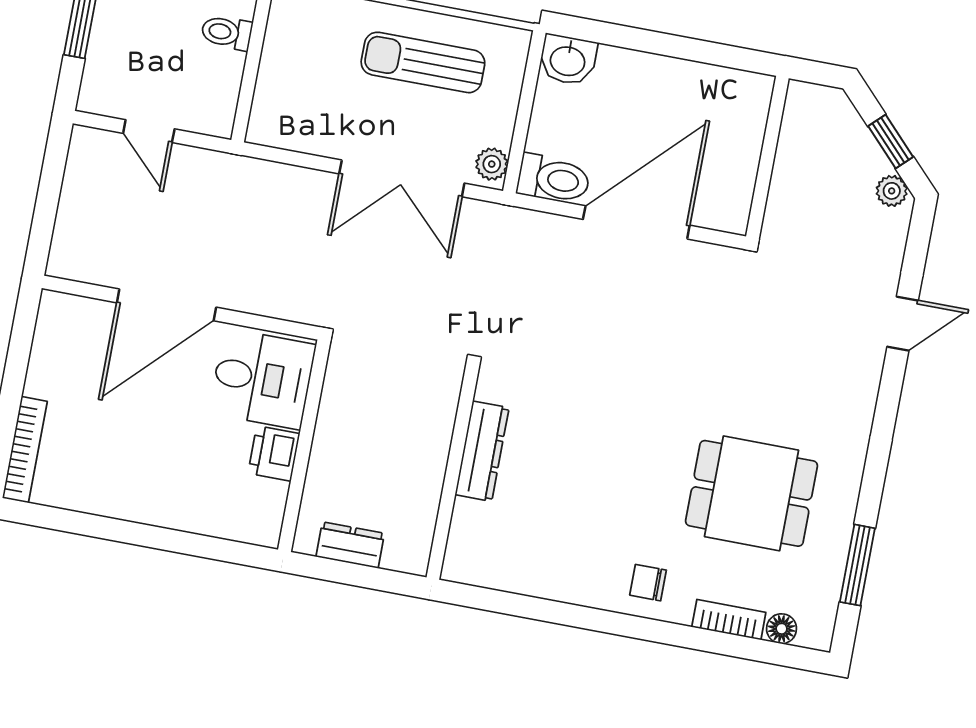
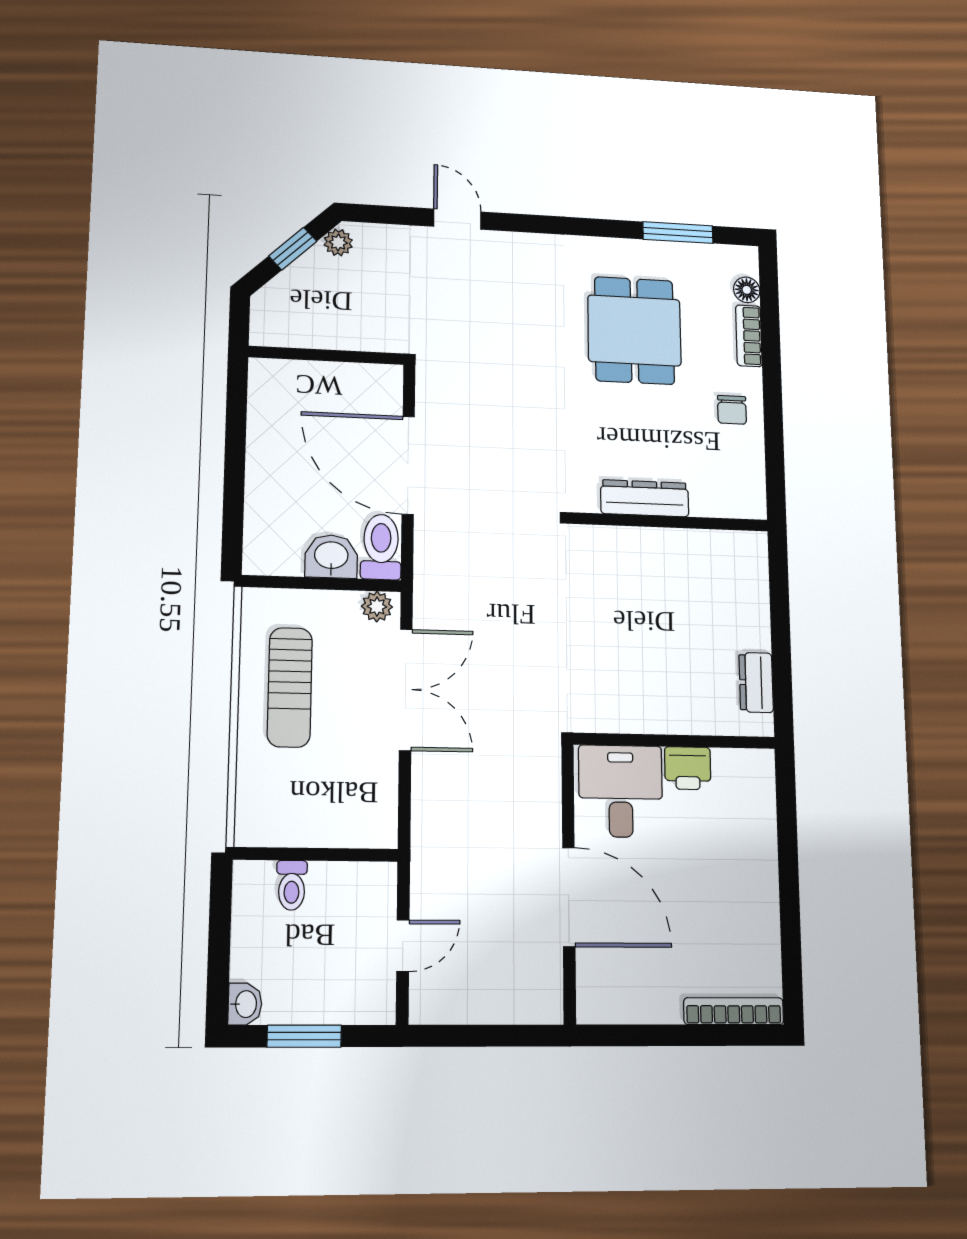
washbasin: (568, 60) -> (331, 556), moved, turned -90
dresser: (482, 451) -> (645, 498), moved
wall: (452, 474) -> (670, 522), moved

